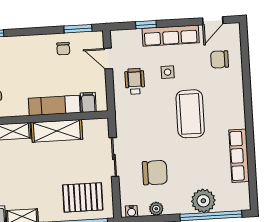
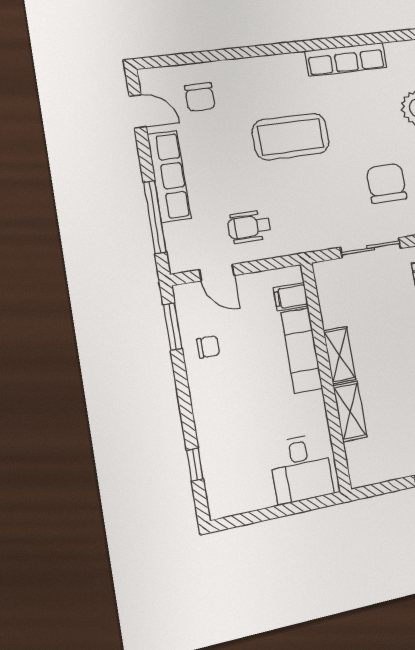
window: (146, 25) -> (155, 217), width x2.17
door: (108, 59) -> (217, 273), hinge flipped
side table: (168, 72) -> (229, 176), removed
shelving: (57, 131) -> (340, 355), width x0.67, depth x0.75

